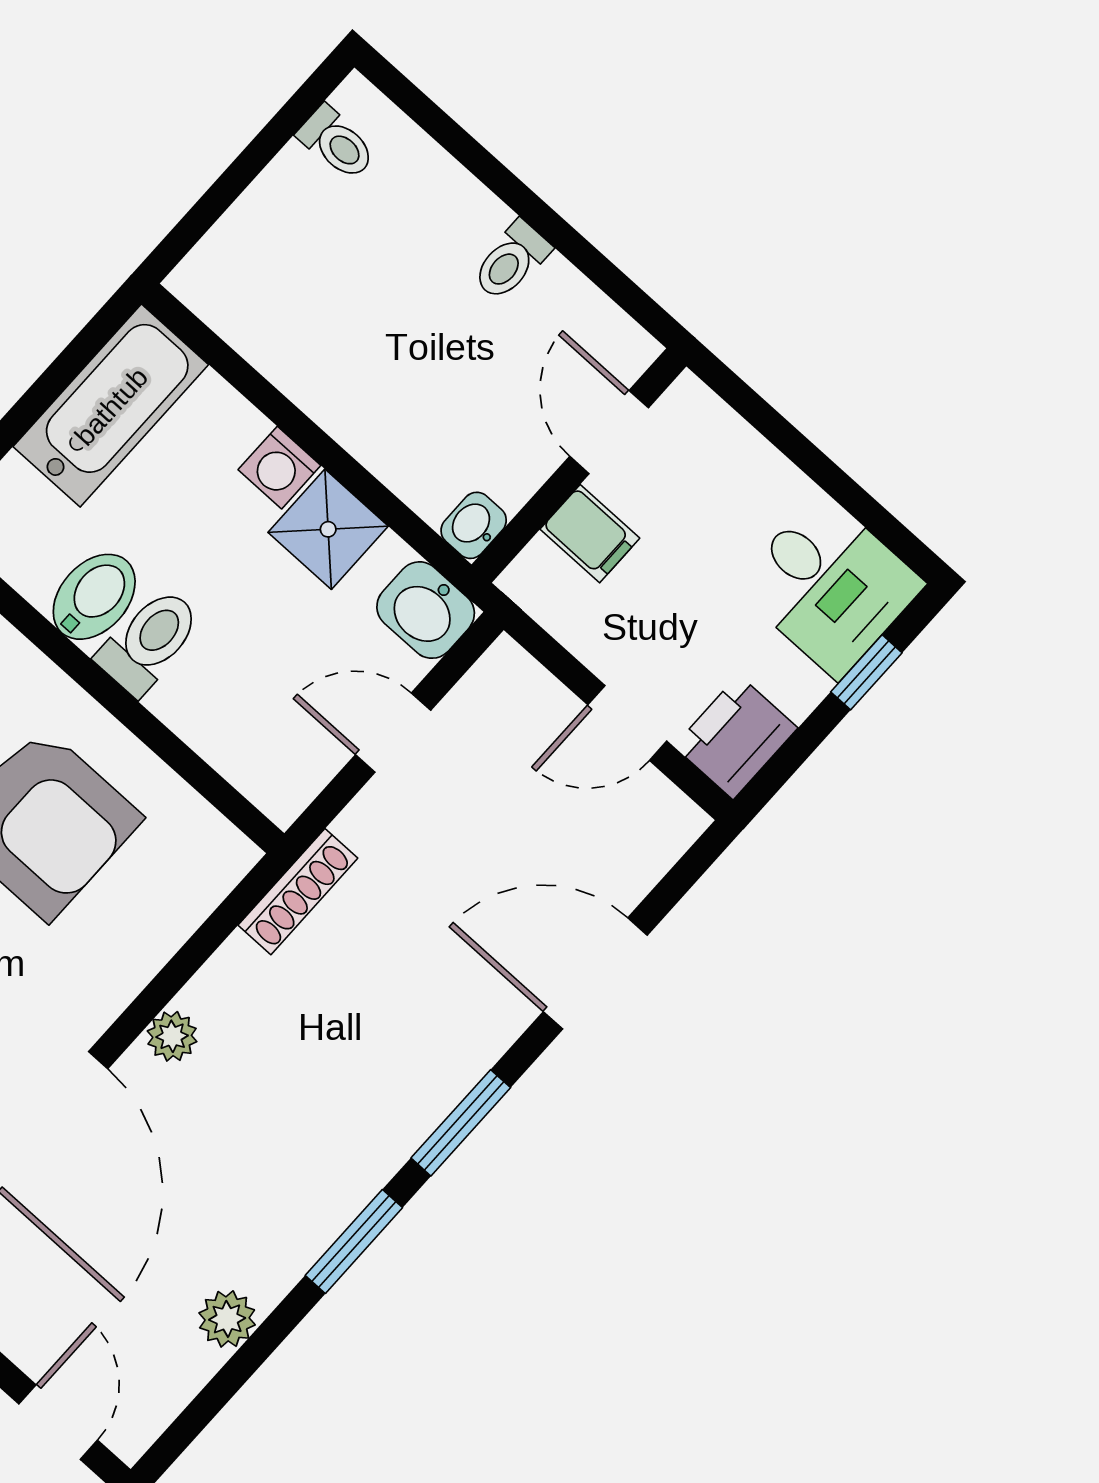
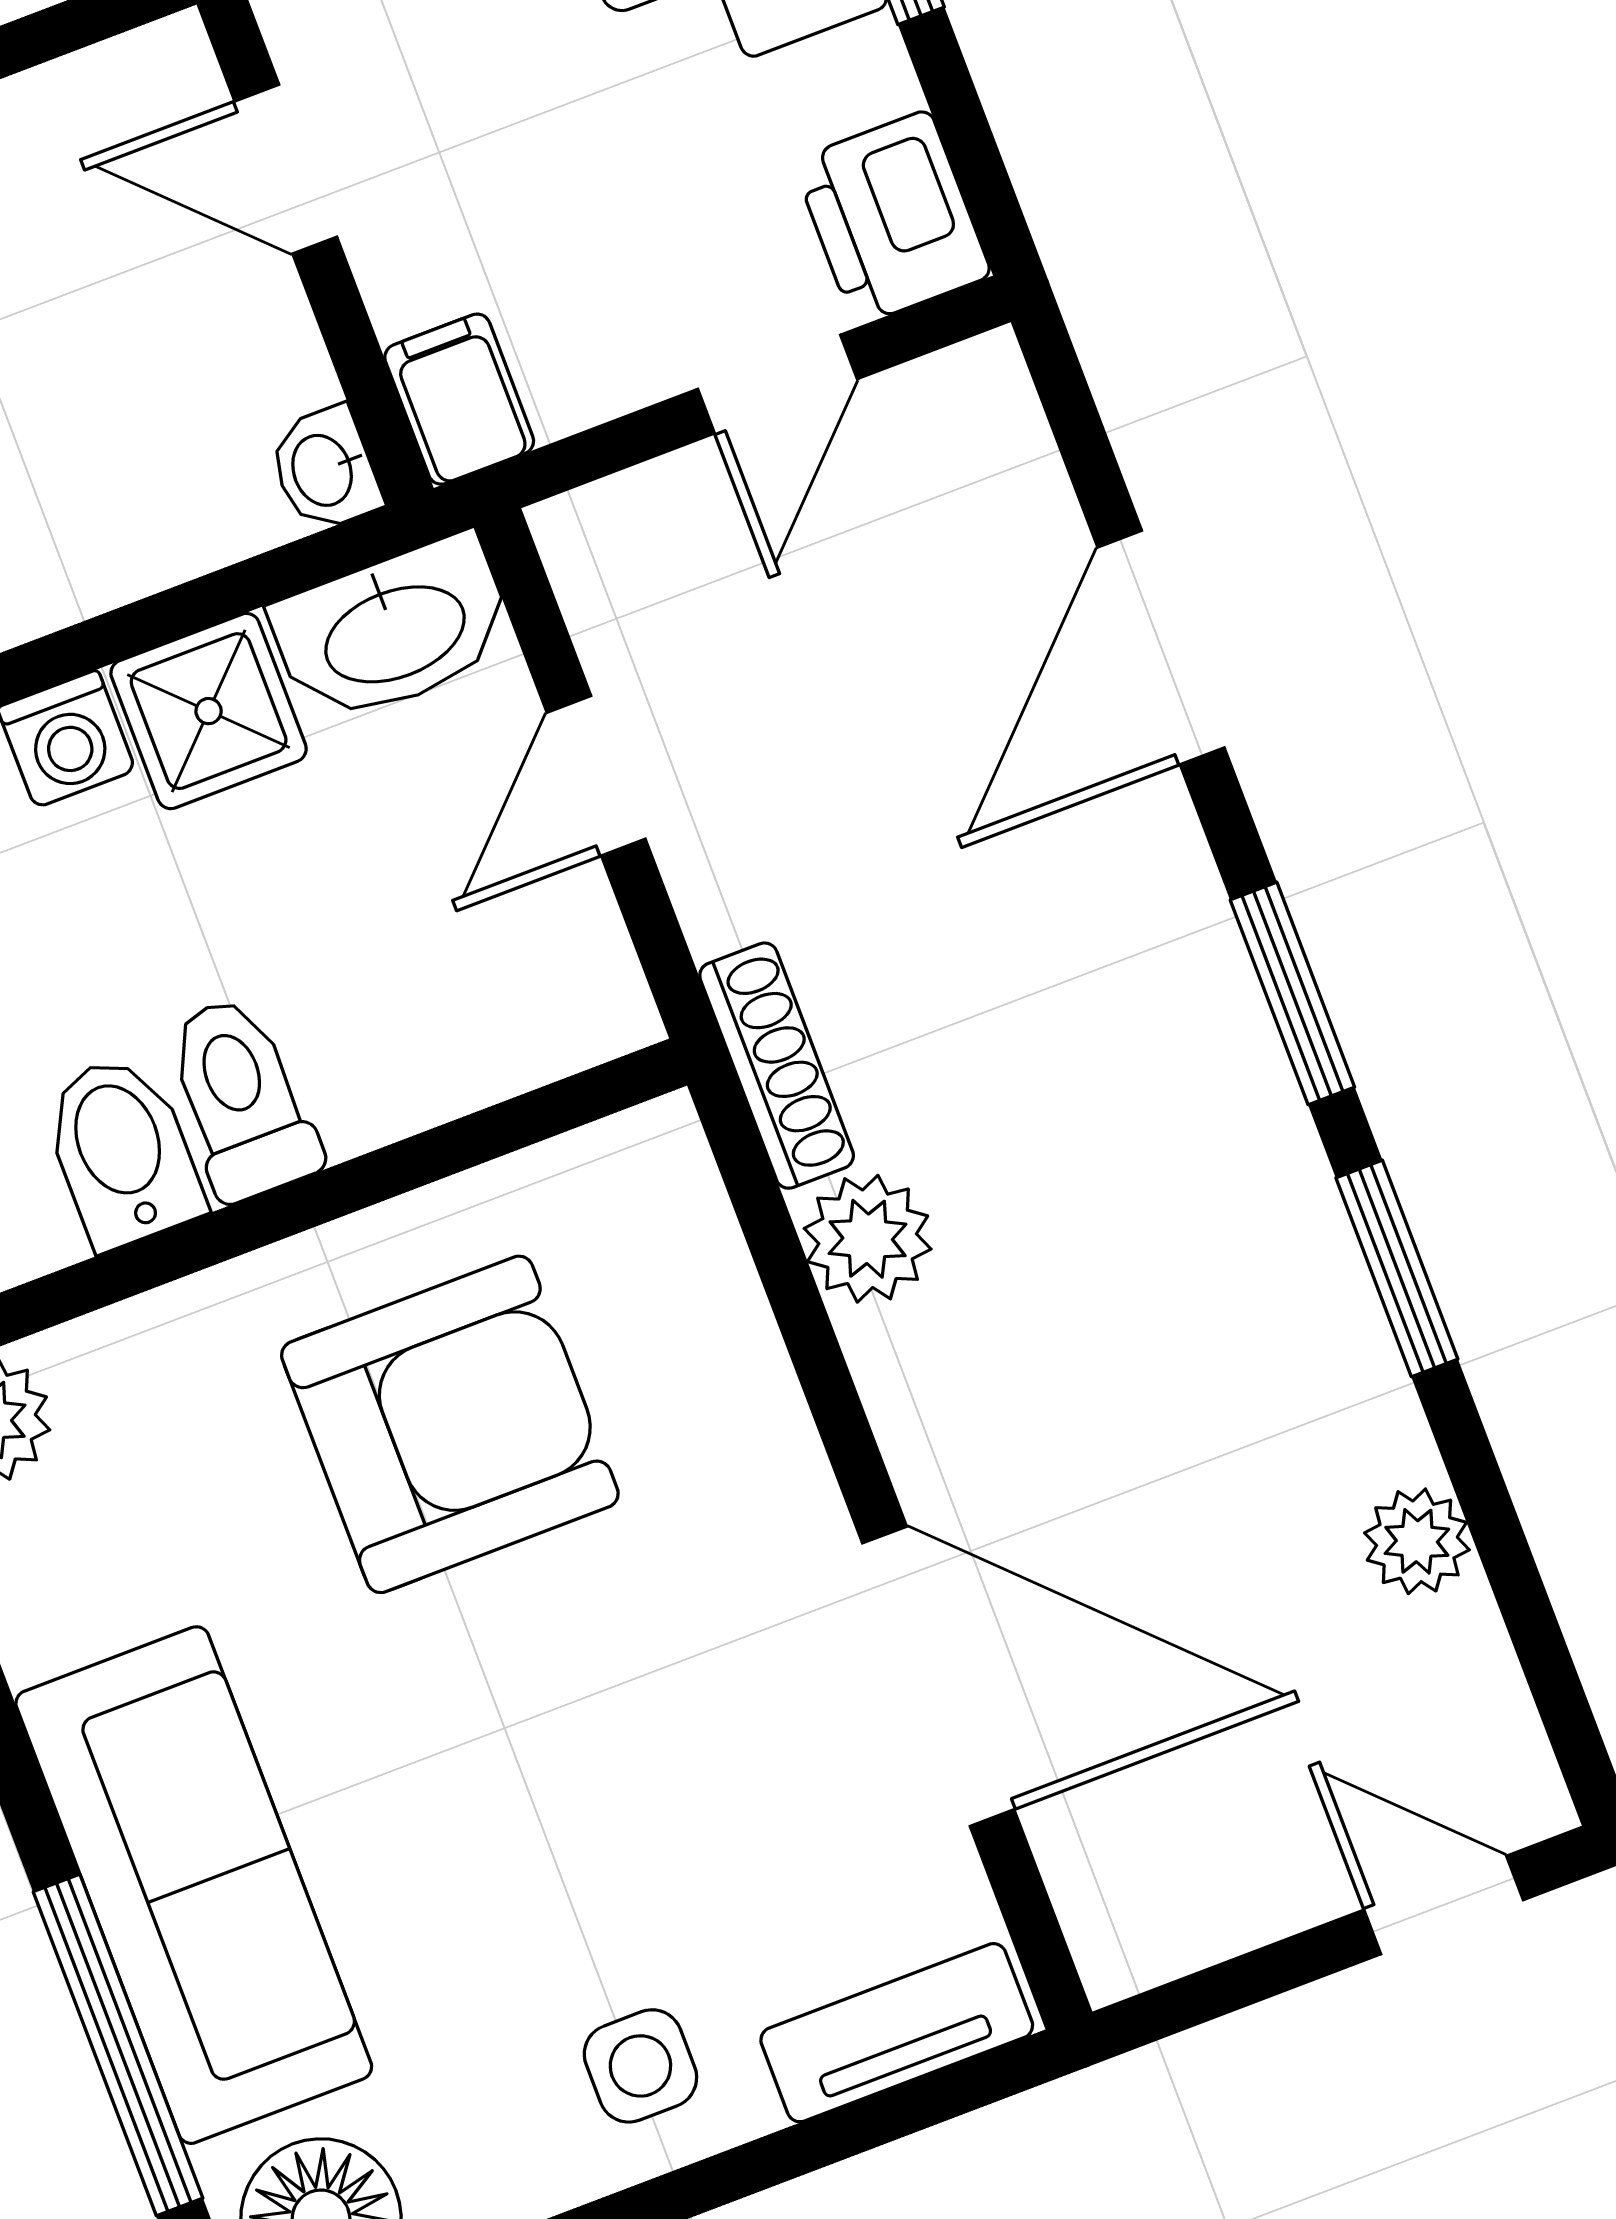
filing cabinet: (590, 534) -> (459, 399), moved, turned -90
washbasin: (426, 610) -> (394, 630), width x1.38
plant: (172, 1036) -> (868, 1239), moved, width x1.38, depth x1.38

